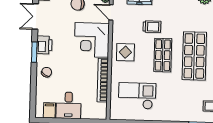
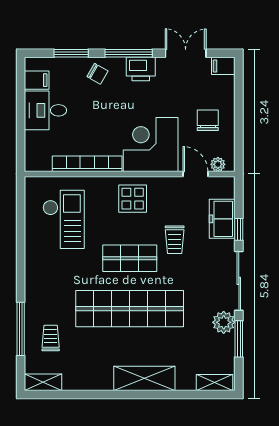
door: (111, 12) -> (195, 174), hinge flipped
window: (34, 52) -> (129, 53), width x1.44
shop shelf: (194, 56) -> (130, 309), width x1.40
window: (33, 88) -> (71, 53), added

